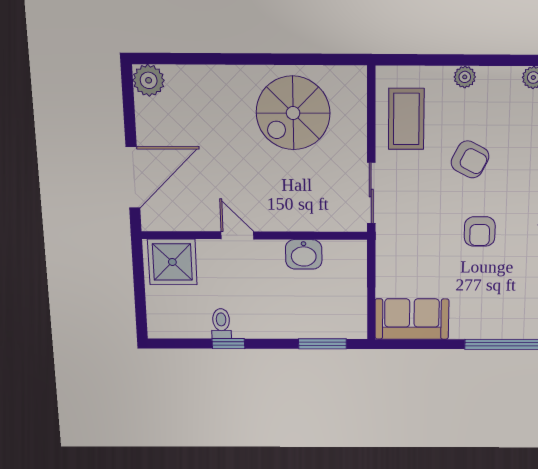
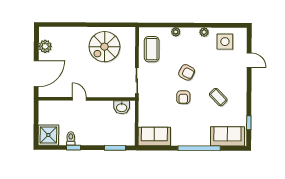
plant: (149, 80) -> (45, 46), moved
armchair: (470, 159) -> (187, 72), moved
washbasin: (304, 254) -> (122, 107), moved
shower: (172, 262) -> (48, 135), moved

